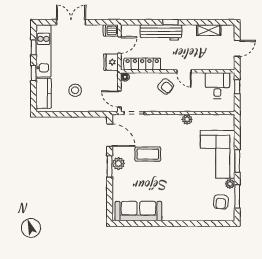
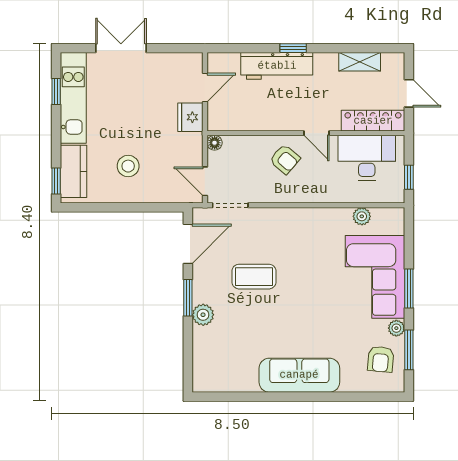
dishwasher: (111, 30) -> (190, 62), removed
door: (237, 48) -> (409, 93), hinge flipped
locker: (142, 64) -> (373, 121), moved
window: (34, 73) -> (56, 181), moved
desk: (217, 86) -> (367, 158), width x1.37
window: (237, 87) -> (409, 177), moved
plant: (187, 119) -> (362, 216), moved
door: (110, 135) -> (188, 244), hinge flipped
plant: (118, 163) -> (203, 315), moved
sofa: (138, 211) -> (299, 375), moved

